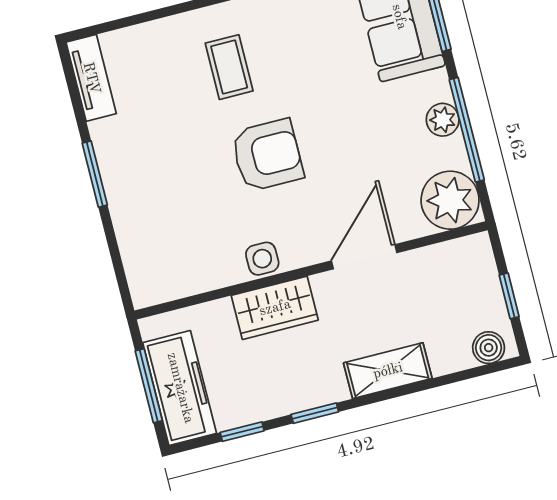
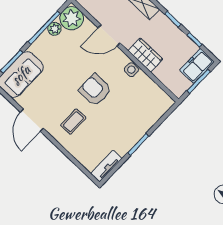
plant: (443, 120) -> (55, 29), moved
freezer: (180, 388) -> (197, 66), width x0.71

